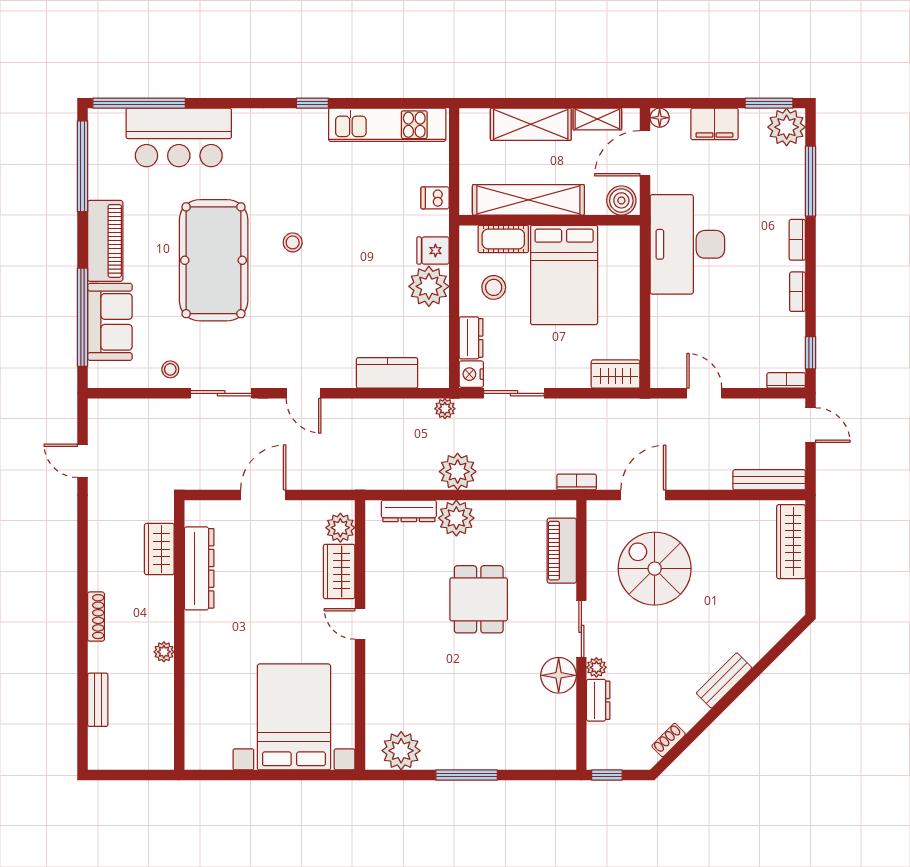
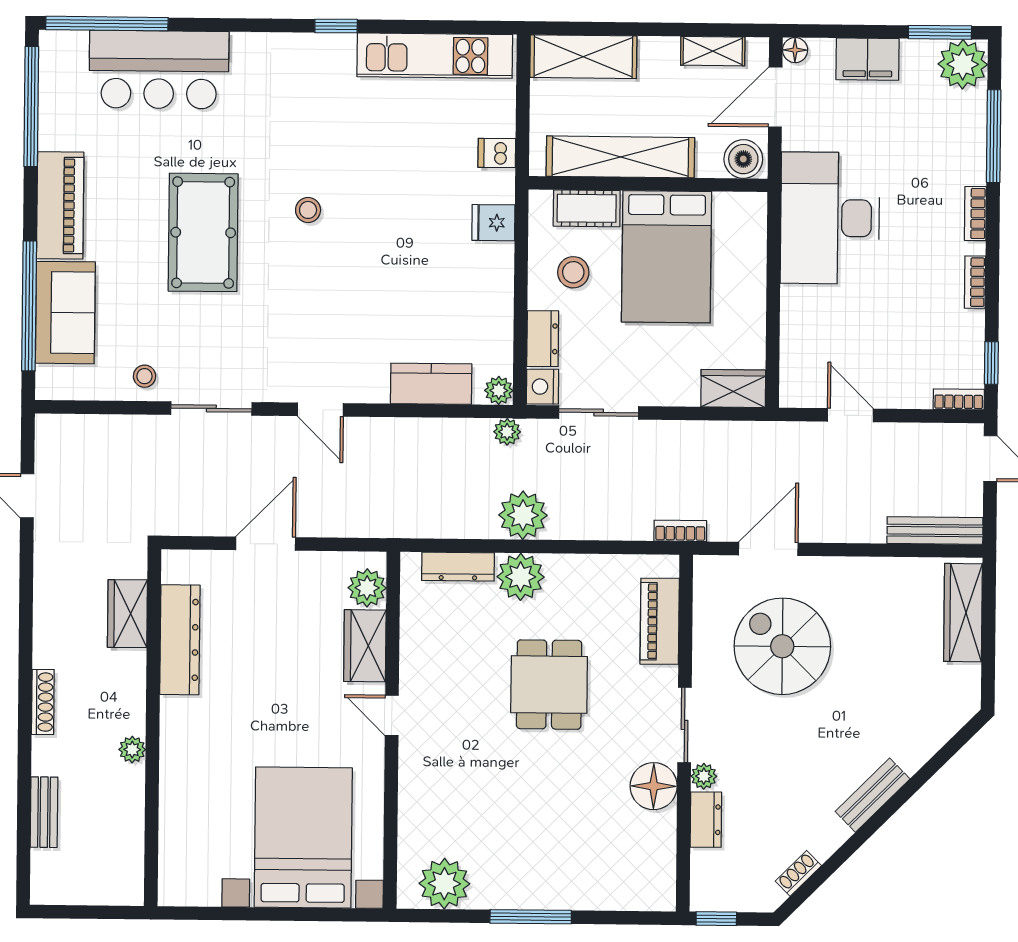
shelving: (531, 124) -> (583, 57), moved
pool table: (214, 260) -> (203, 232), width x0.73, depth x0.76
plant: (429, 286) -> (499, 390), moved, width x0.53, depth x0.53

